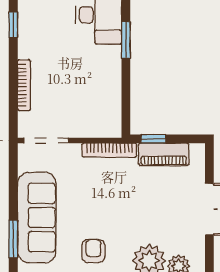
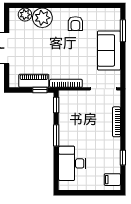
window: (126, 40) -> (56, 135), moved
window: (126, 113) -> (56, 105), added
sofa: (37, 217) -> (109, 50), width x0.73

